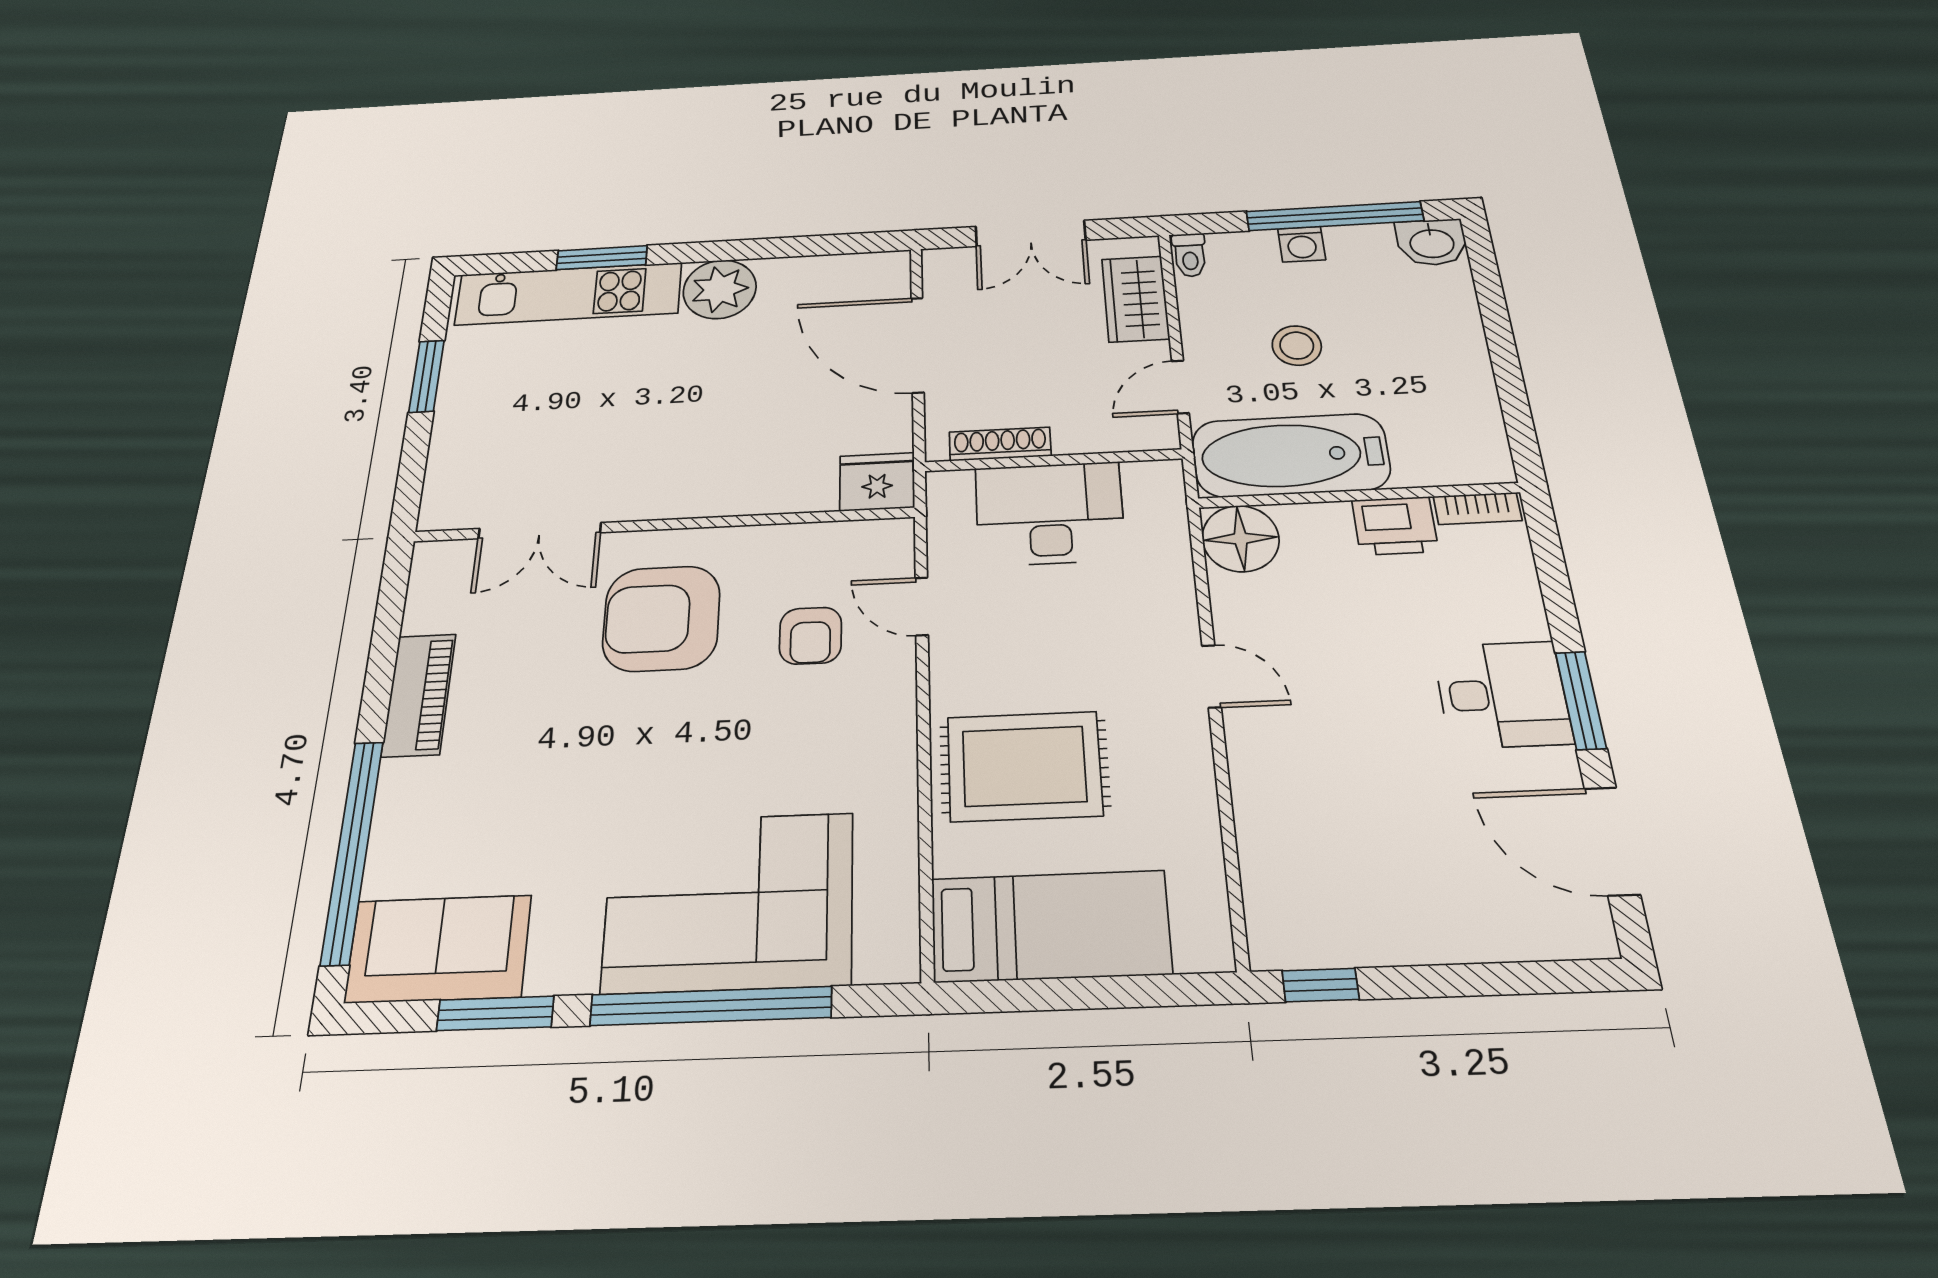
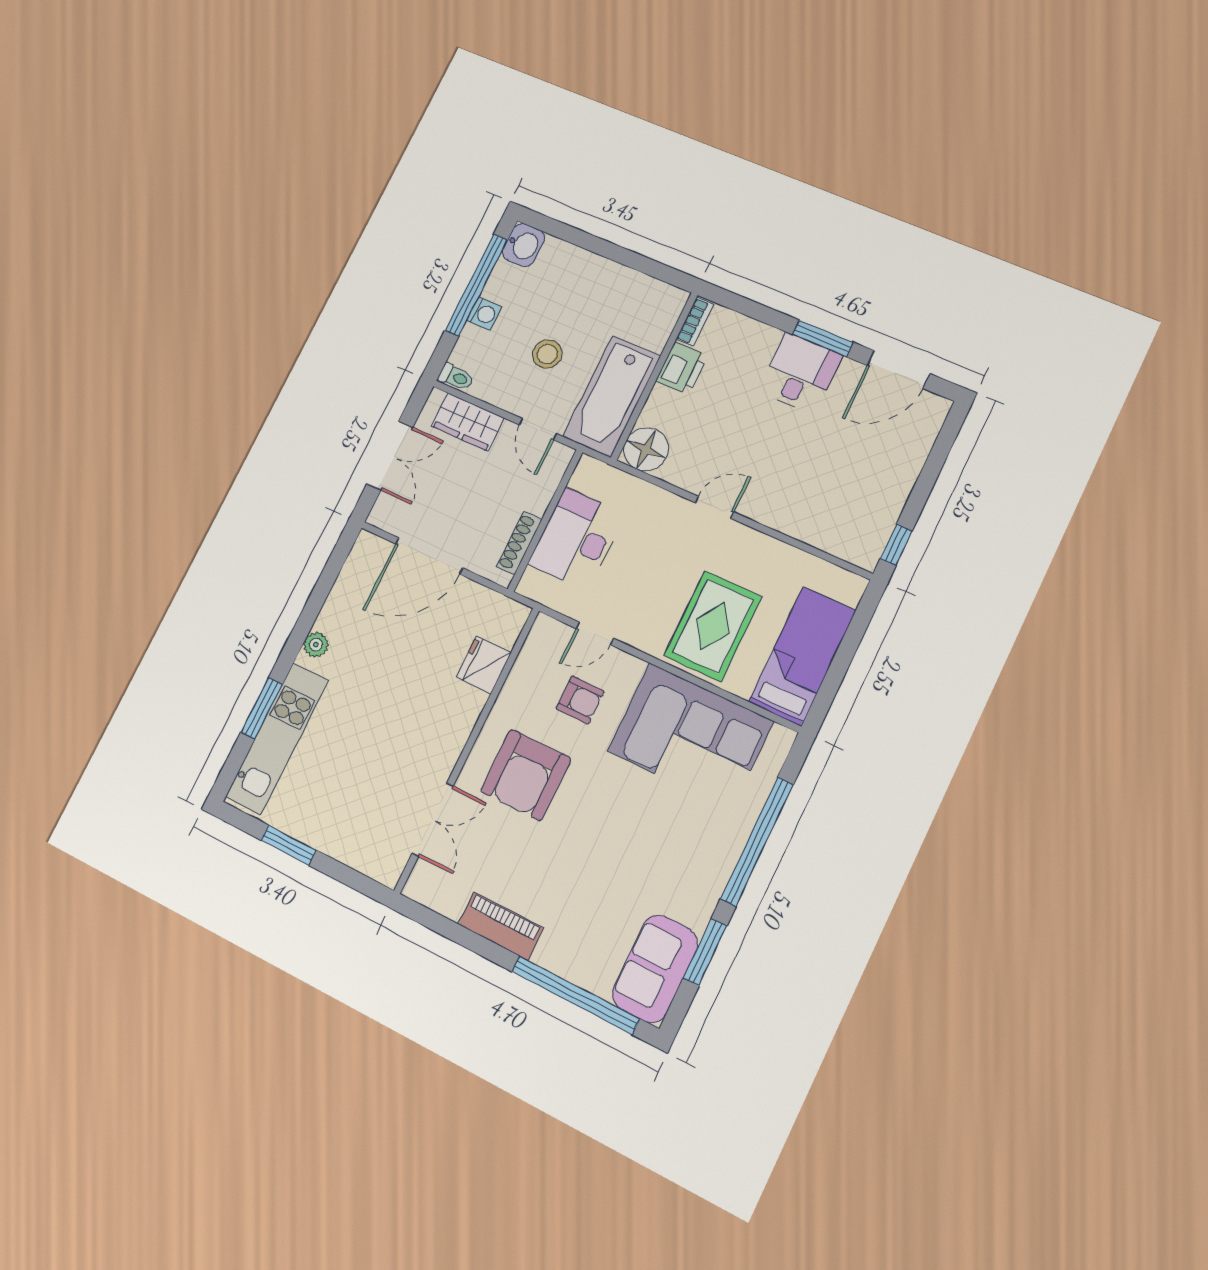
plant: (720, 289) -> (316, 645), width x0.53, depth x0.53
fridge: (877, 482) -> (484, 665), moved
corner sofa: (729, 902) -> (690, 736), moved, turned -90

